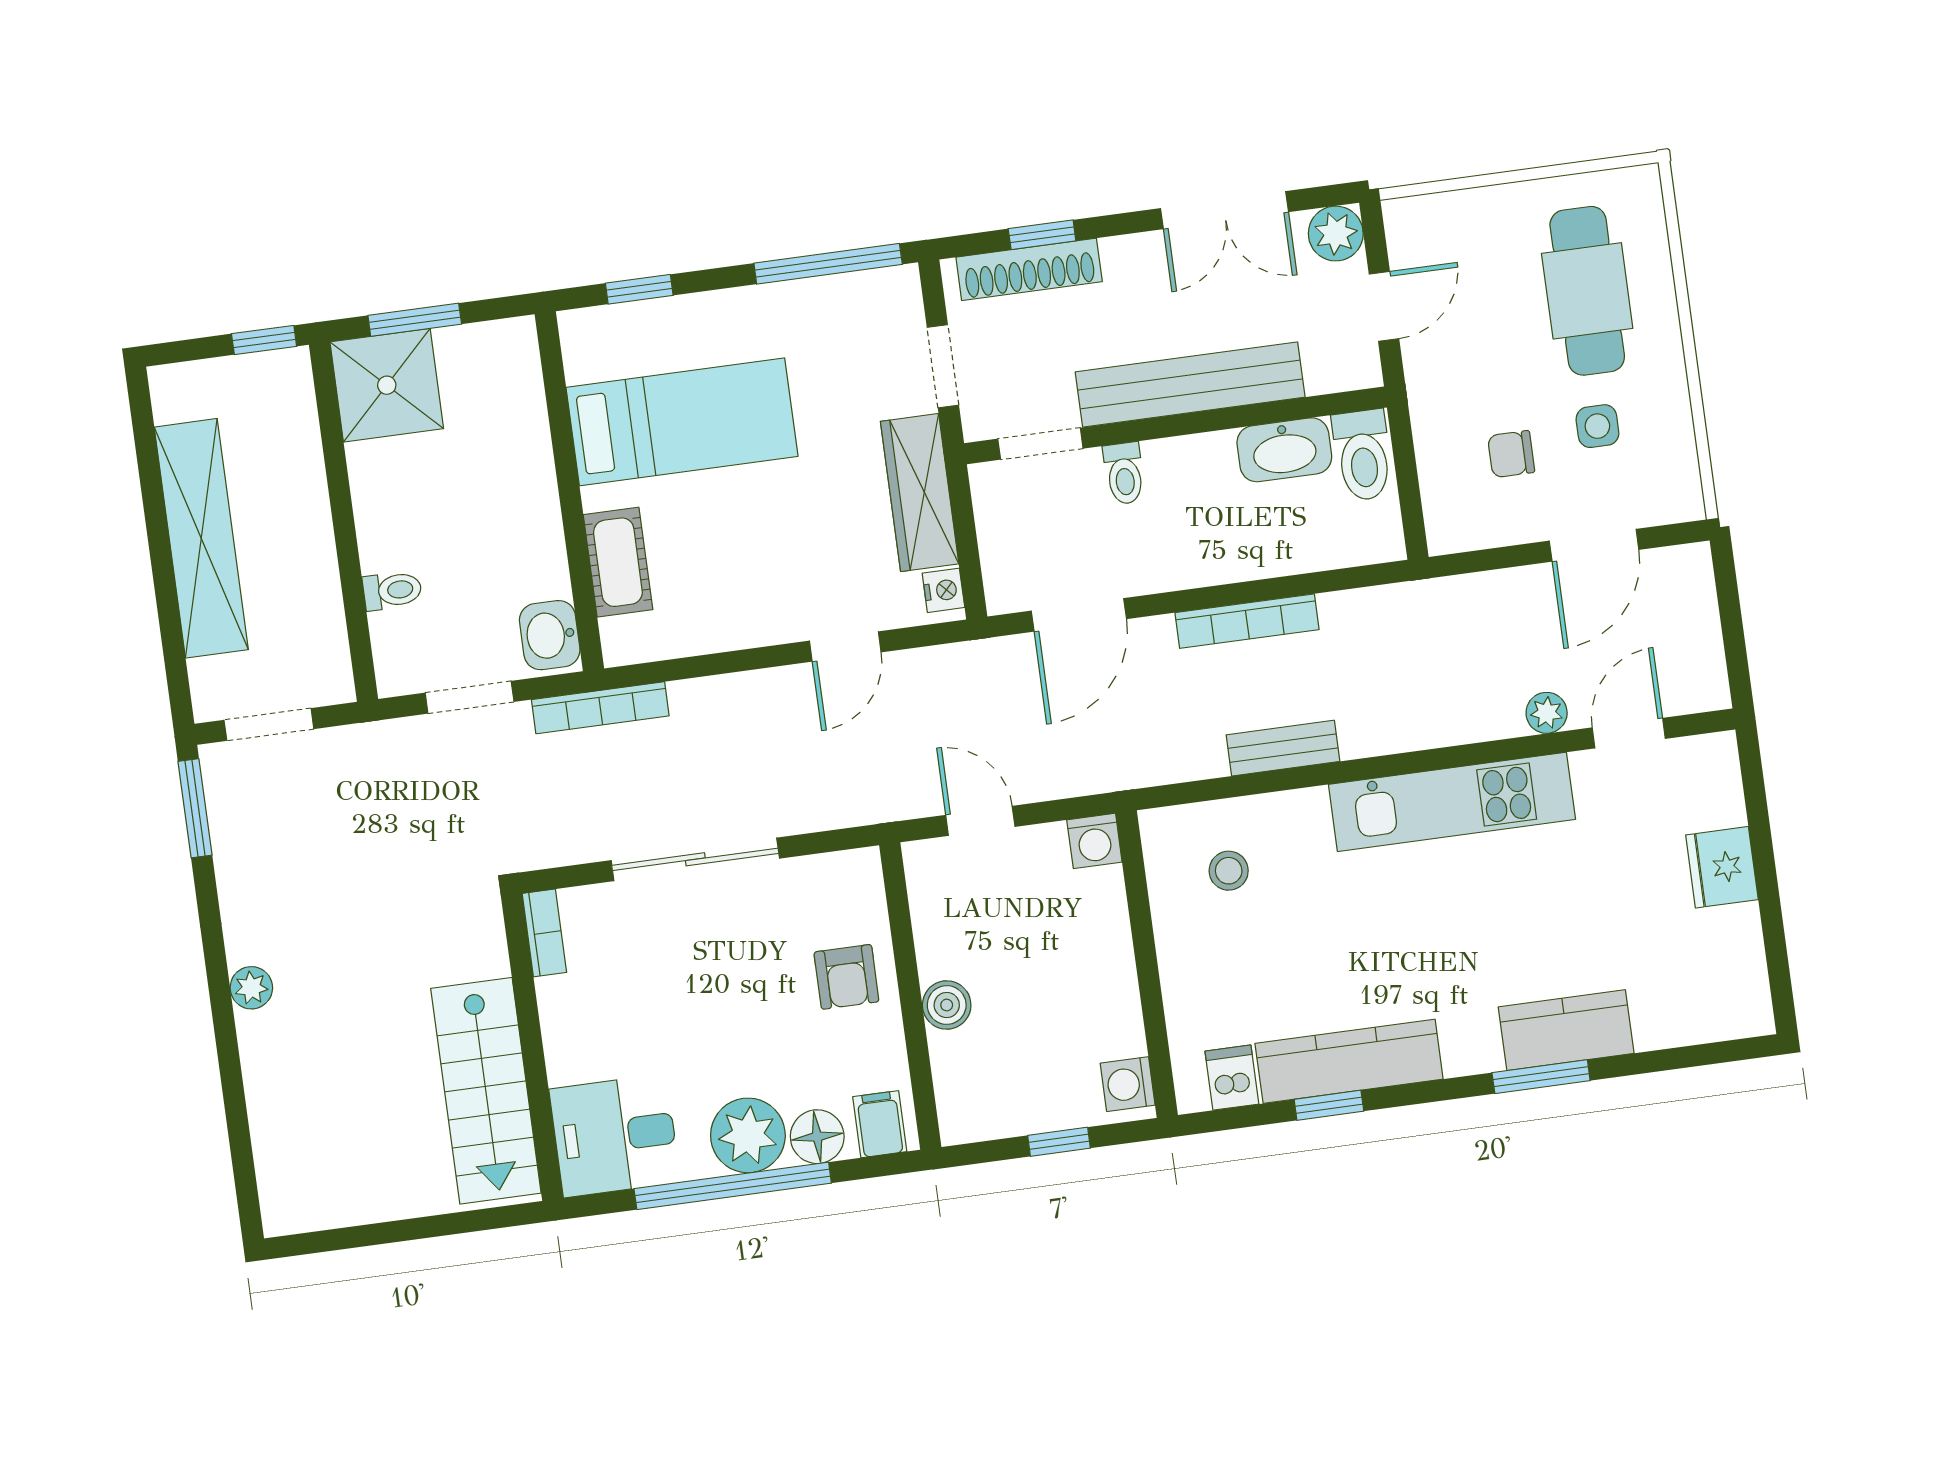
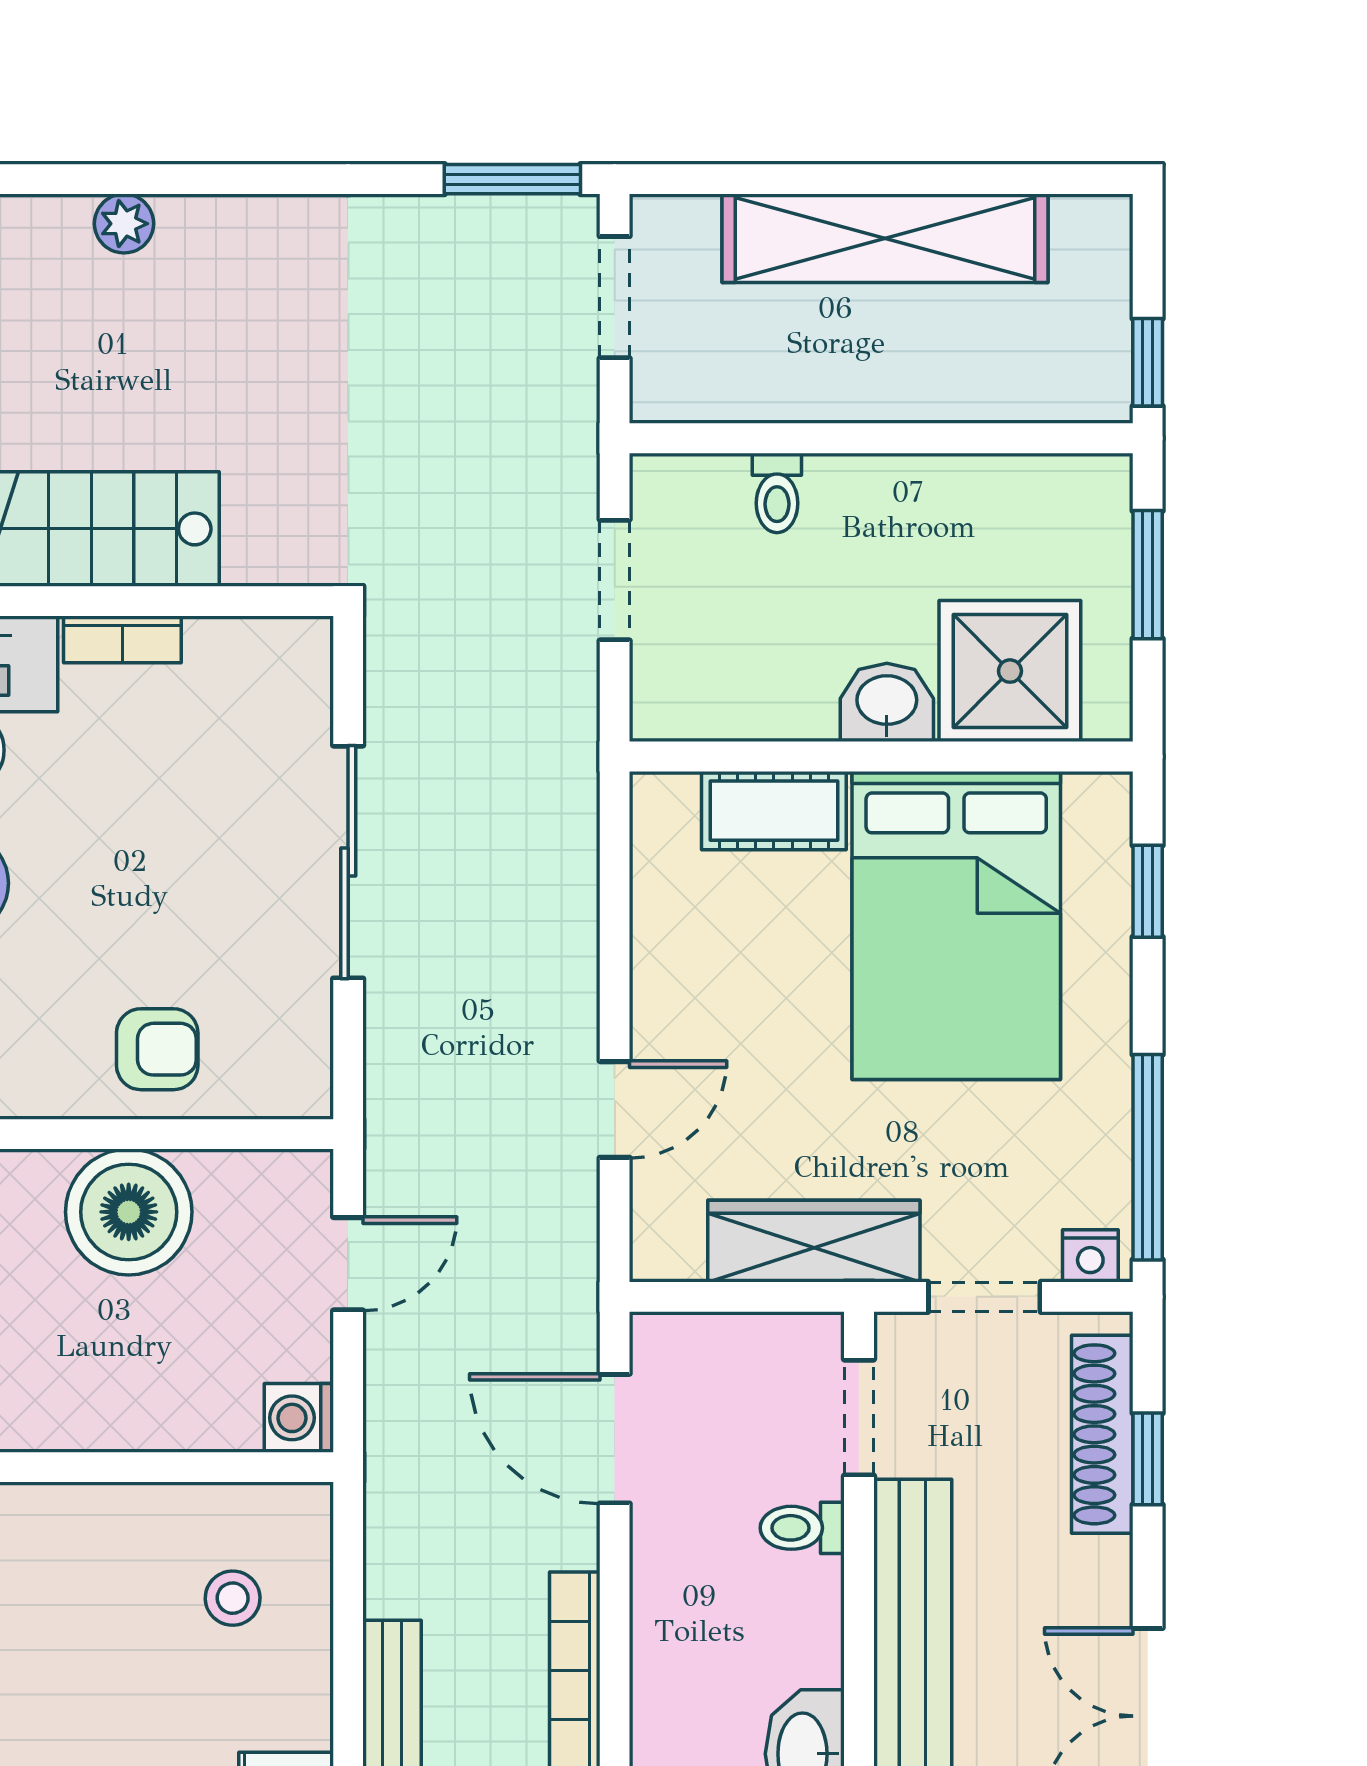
shower: (387, 385) -> (1010, 671), moved
bed: (682, 422) -> (956, 925), width x1.50
nightstand: (943, 590) -> (1090, 1256), moved
washbasin: (550, 635) -> (887, 702), moved
door: (845, 647) -> (615, 1109), swing flipped
bookcase: (600, 708) -> (576, 759), removed
bookcase: (544, 933) -> (122, 639), moved
armchair: (846, 977) -> (157, 1049), turned 180
plant: (251, 988) -> (124, 224), moved
boiler: (947, 1005) -> (129, 1212), width x1.86, depth x1.86

